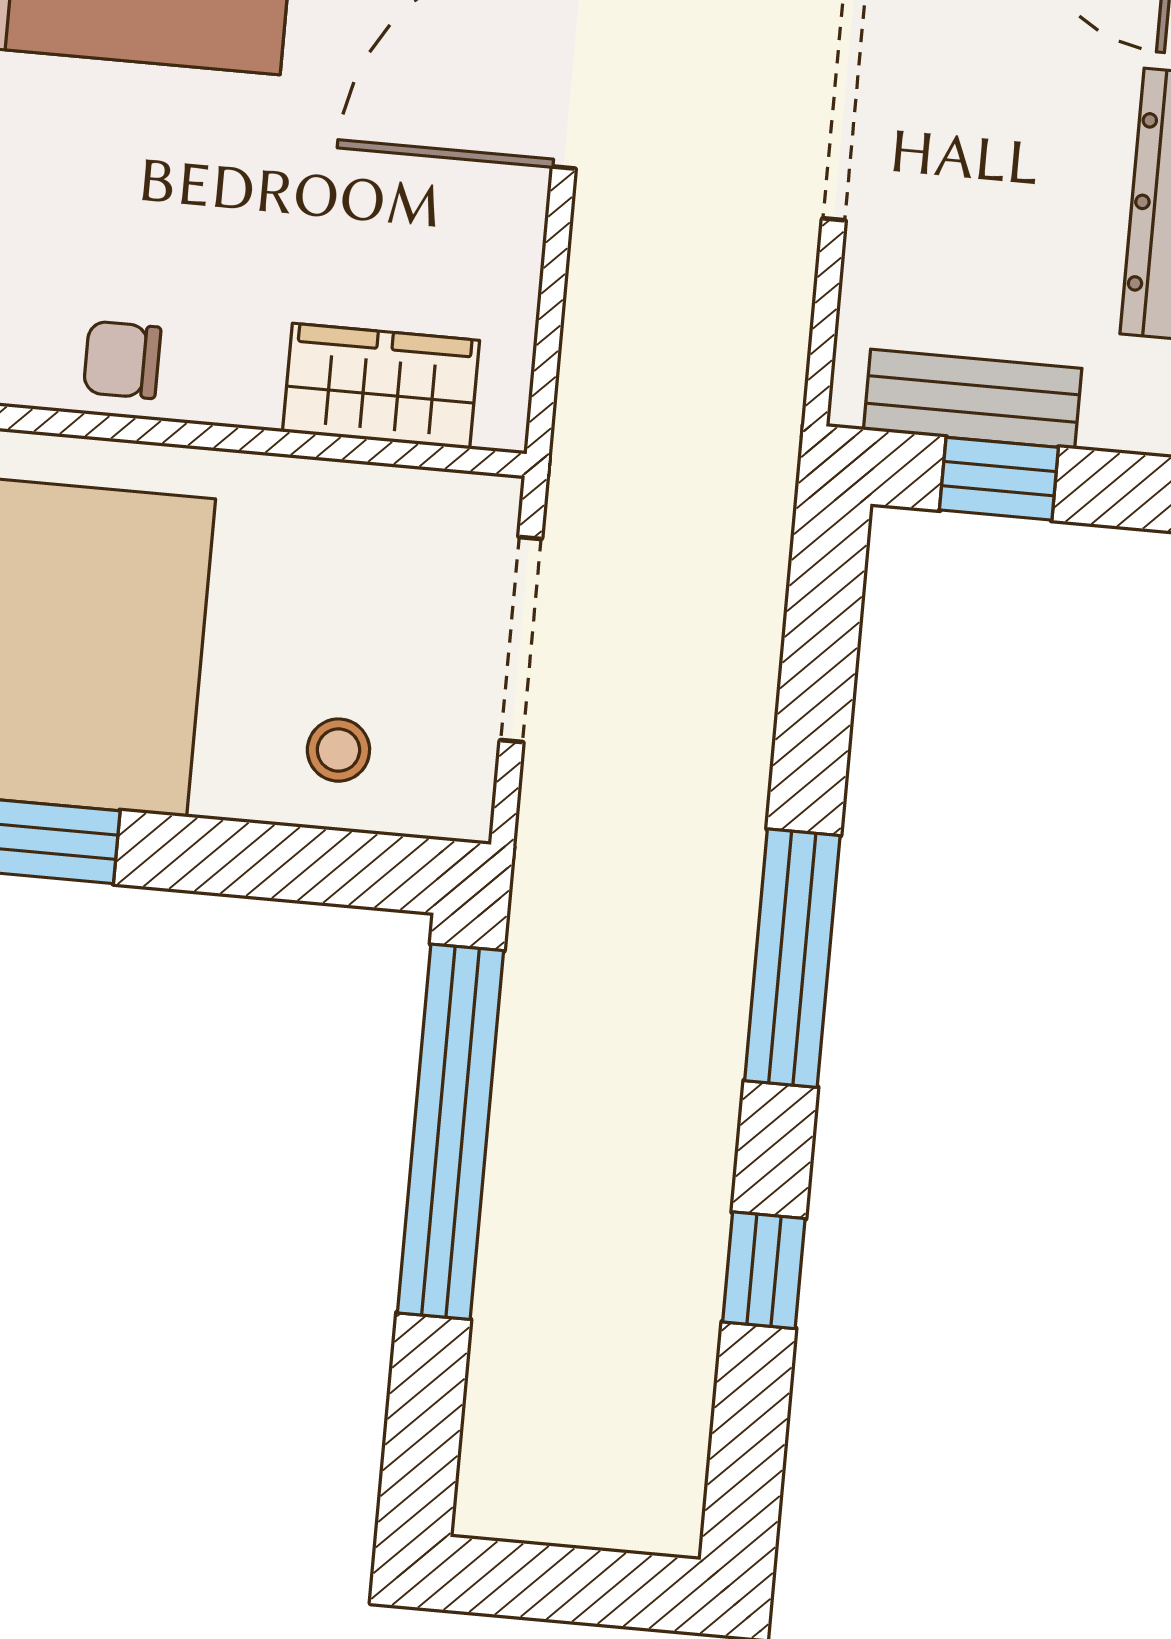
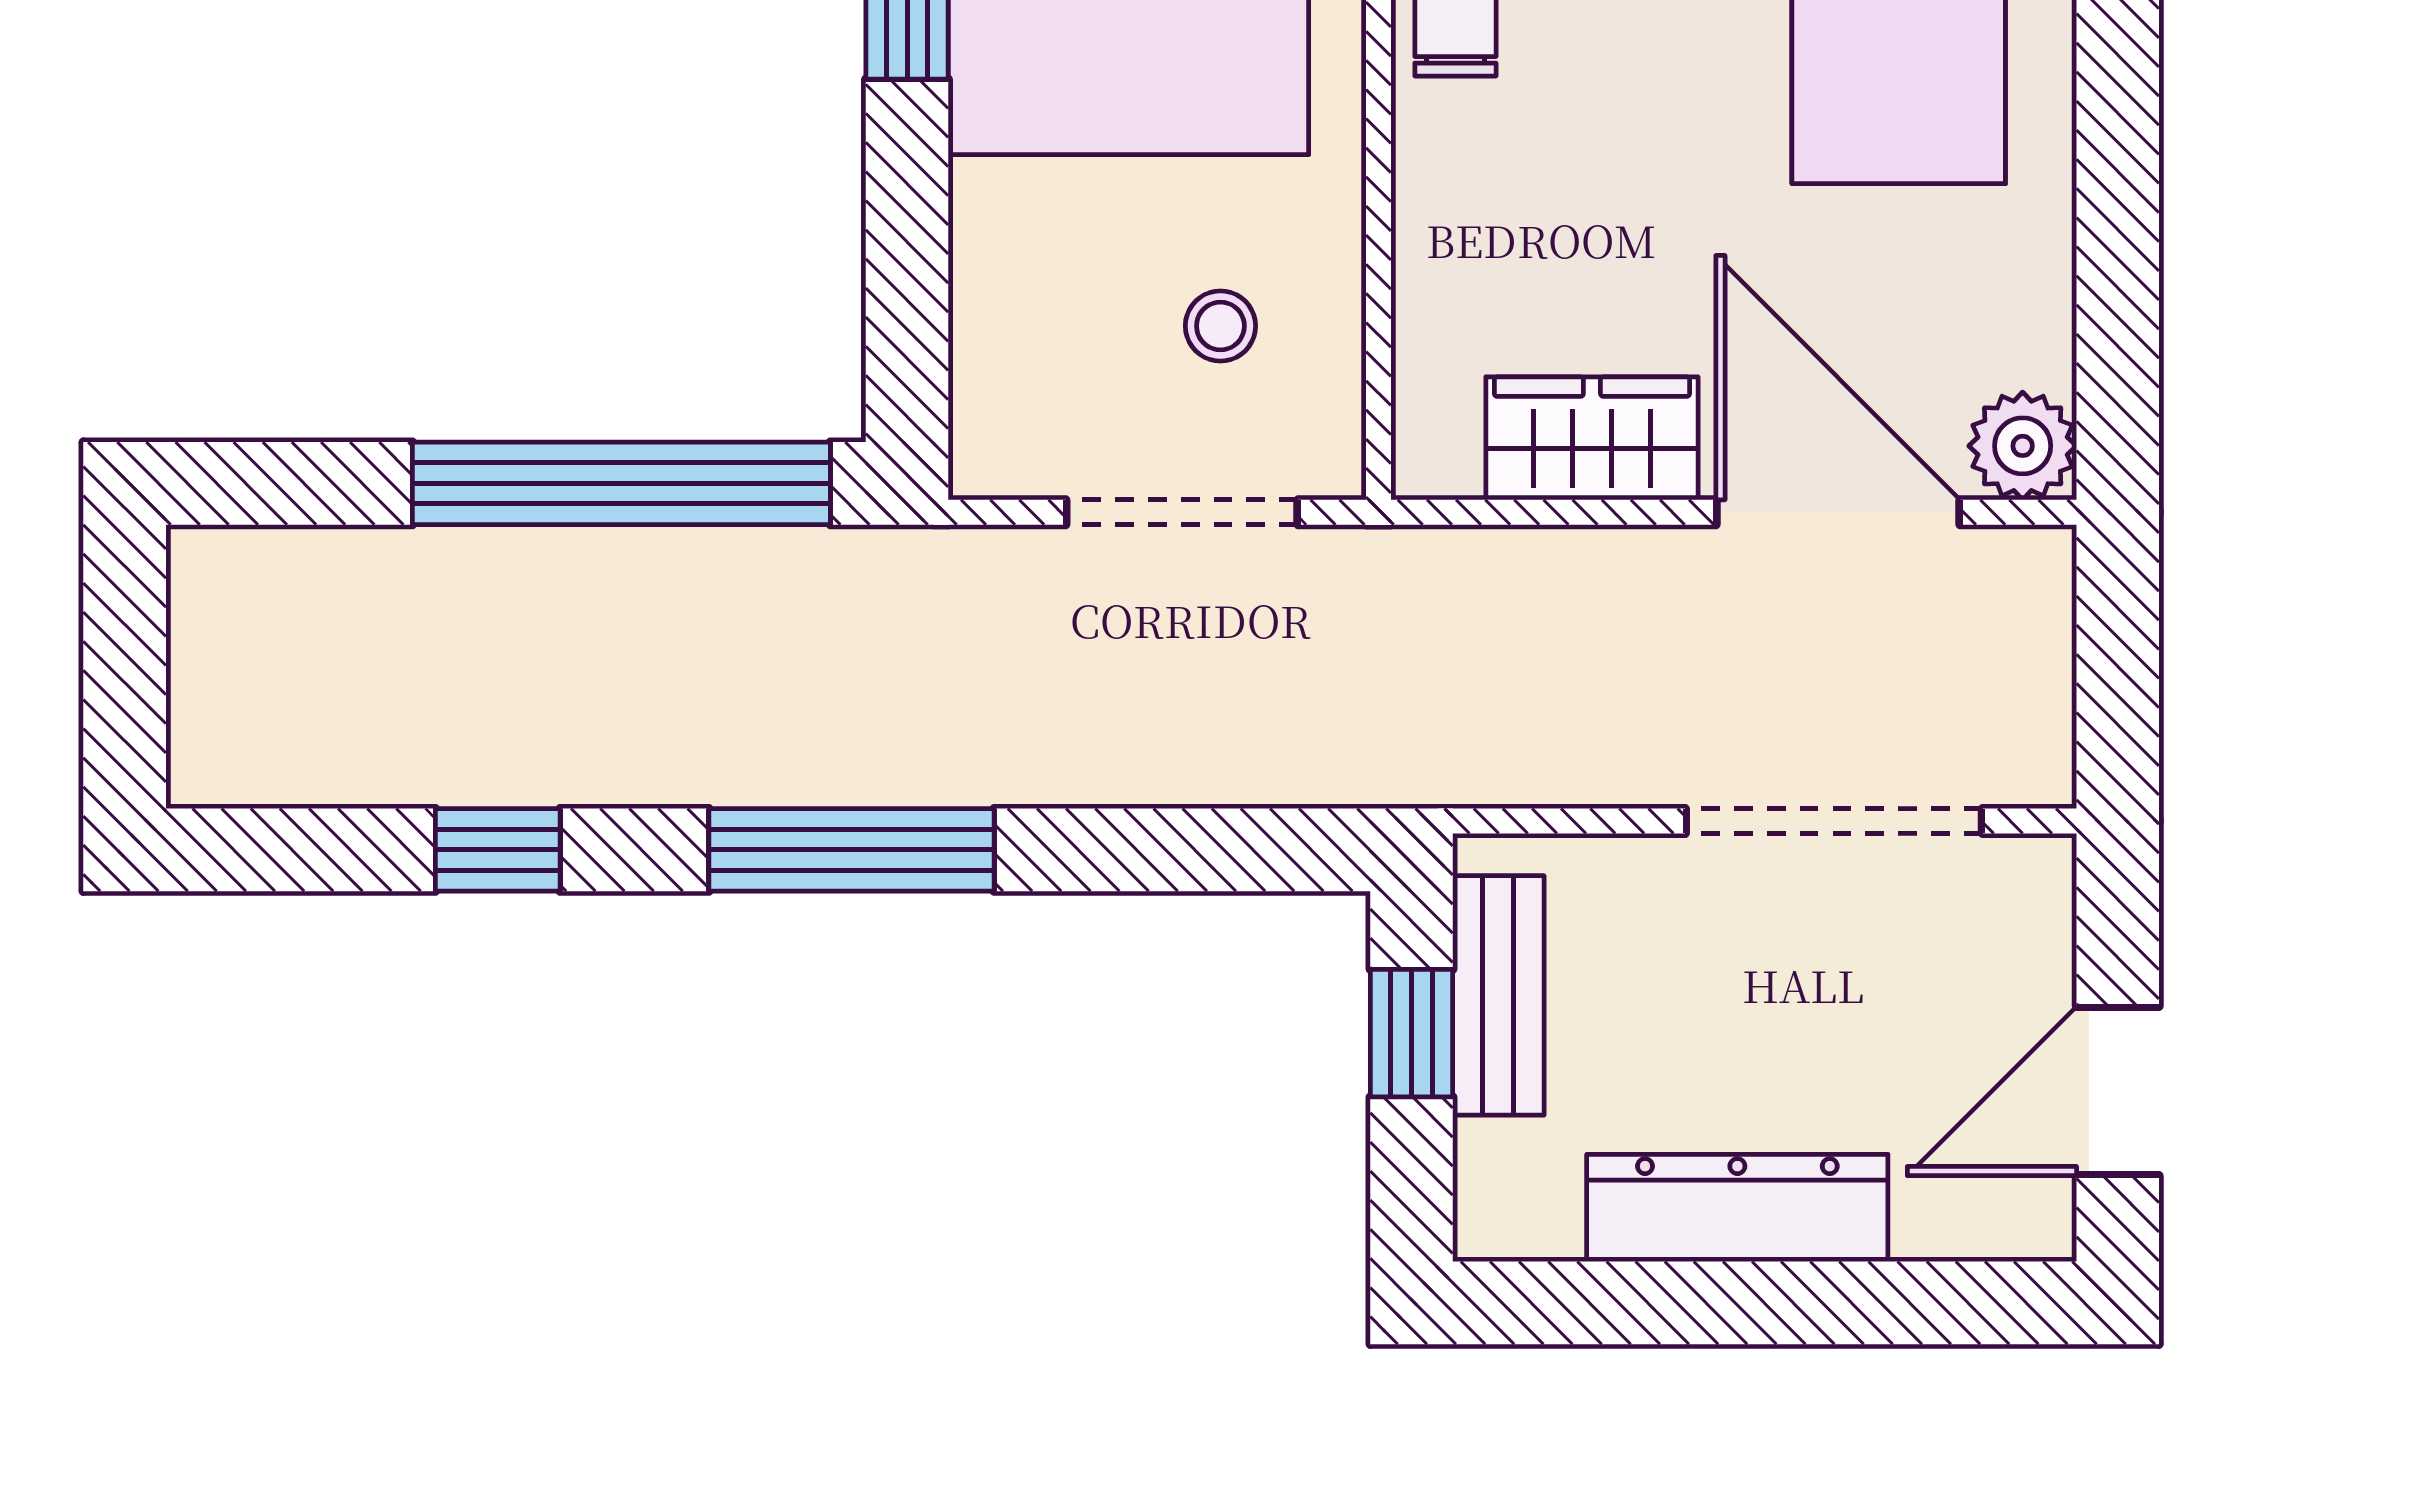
wardrobe: (381, 386) -> (1592, 438), moved, turned -90
stool: (338, 750) -> (1220, 326), moved

